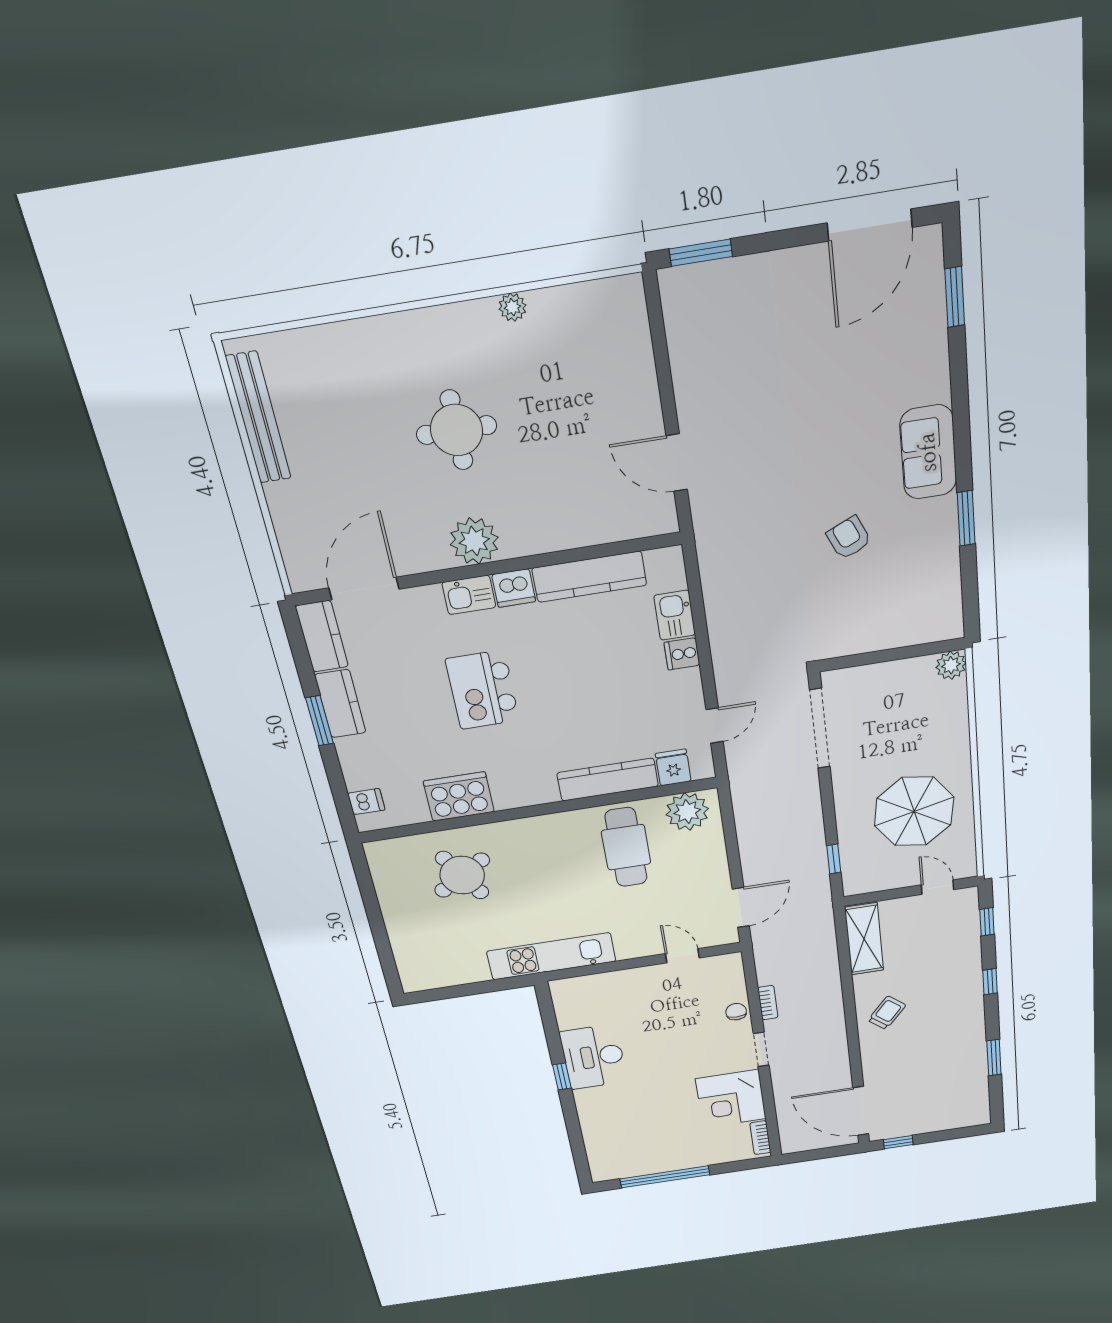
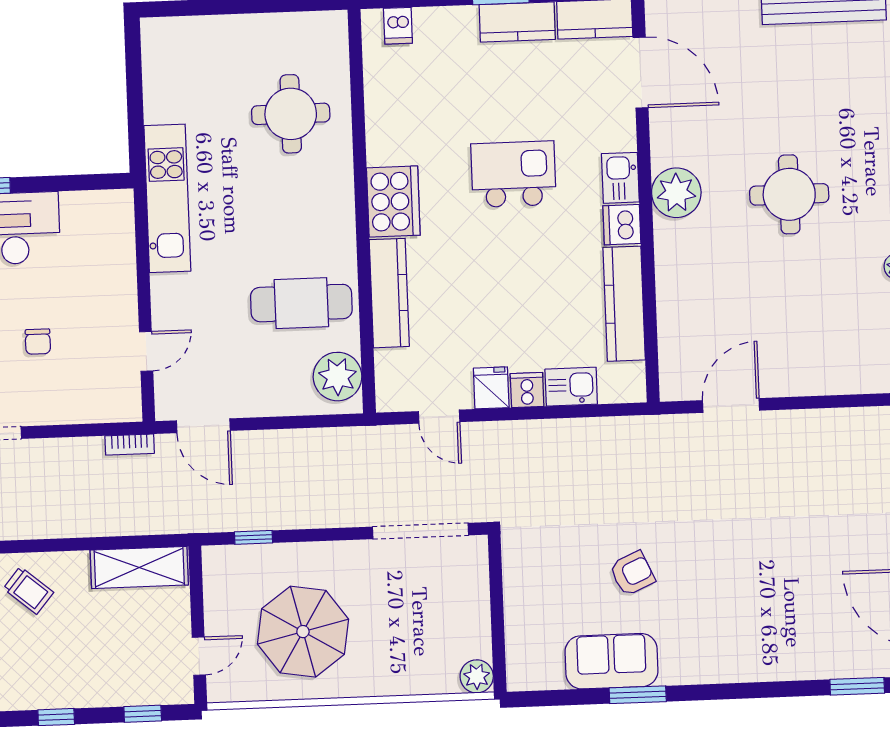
sofa: (928, 452) -> (611, 661), moved
fridge: (673, 767) -> (491, 388), moved, turned -90
cooker: (459, 797) -> (393, 202), moved
round table: (462, 875) -> (291, 114), turned 32
bookcase: (768, 1003) -> (130, 445), moved
chair: (736, 1012) -> (38, 342), moved, turned 90

